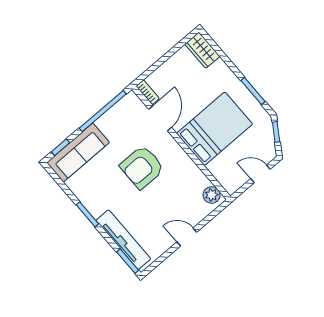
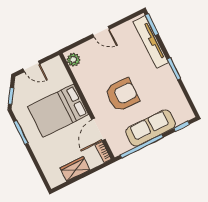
wardrobe: (202, 50) -> (75, 169), moved, turned -90
sofa: (78, 153) -> (151, 128), moved

